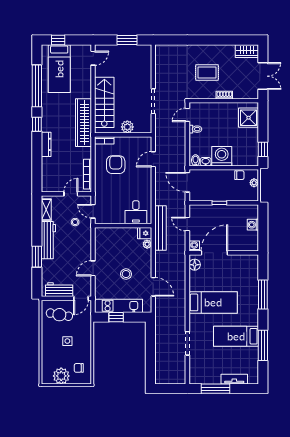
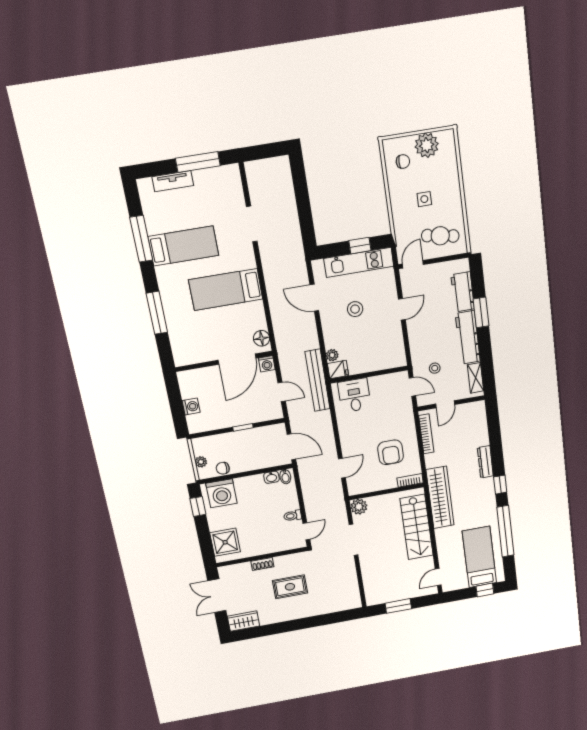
plant: (127, 127) -> (359, 507), moved
washing machine: (222, 156) -> (221, 493), moved
workbench: (59, 290) -> (463, 292), moved, turned 90

